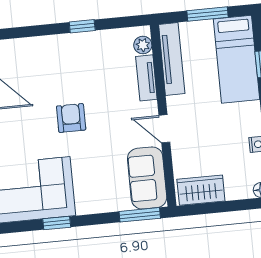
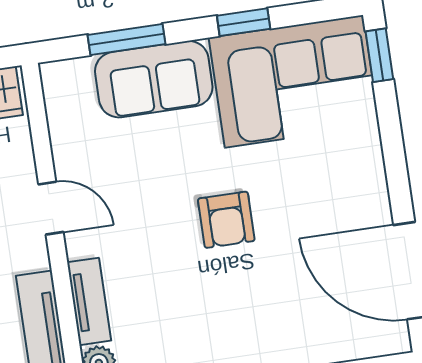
sofa: (147, 178) -> (154, 79), moved, turned 90
window: (140, 215) -> (126, 39), moved

